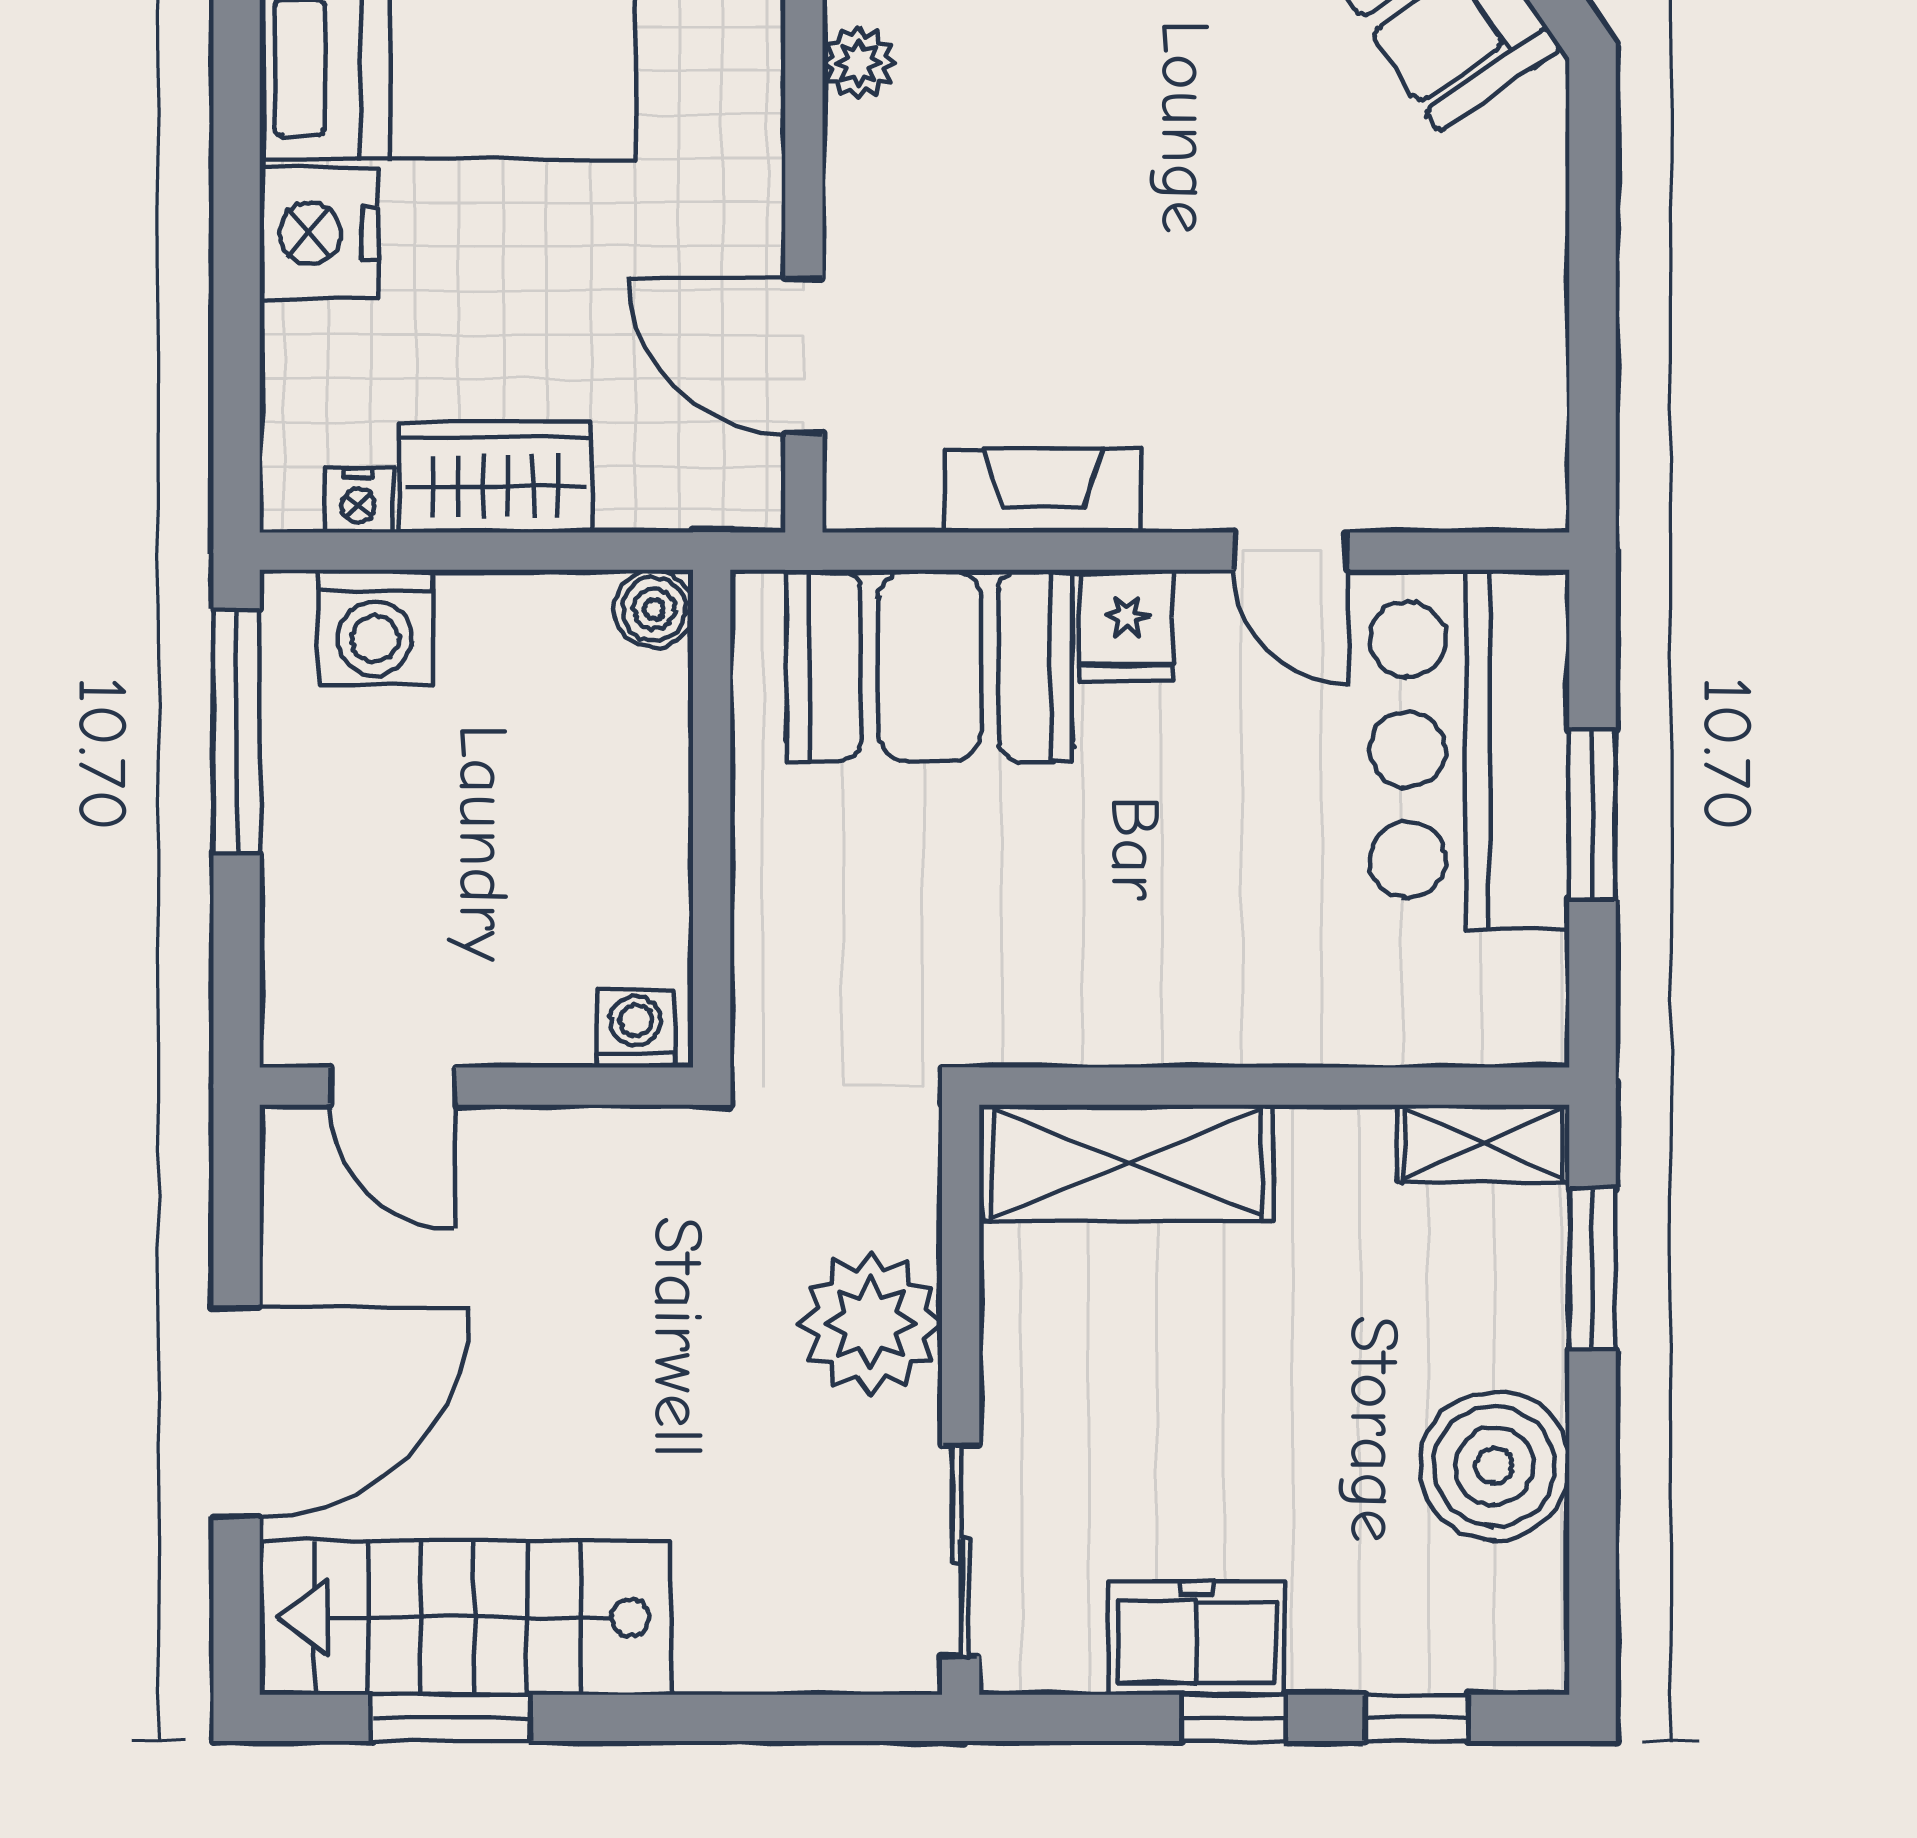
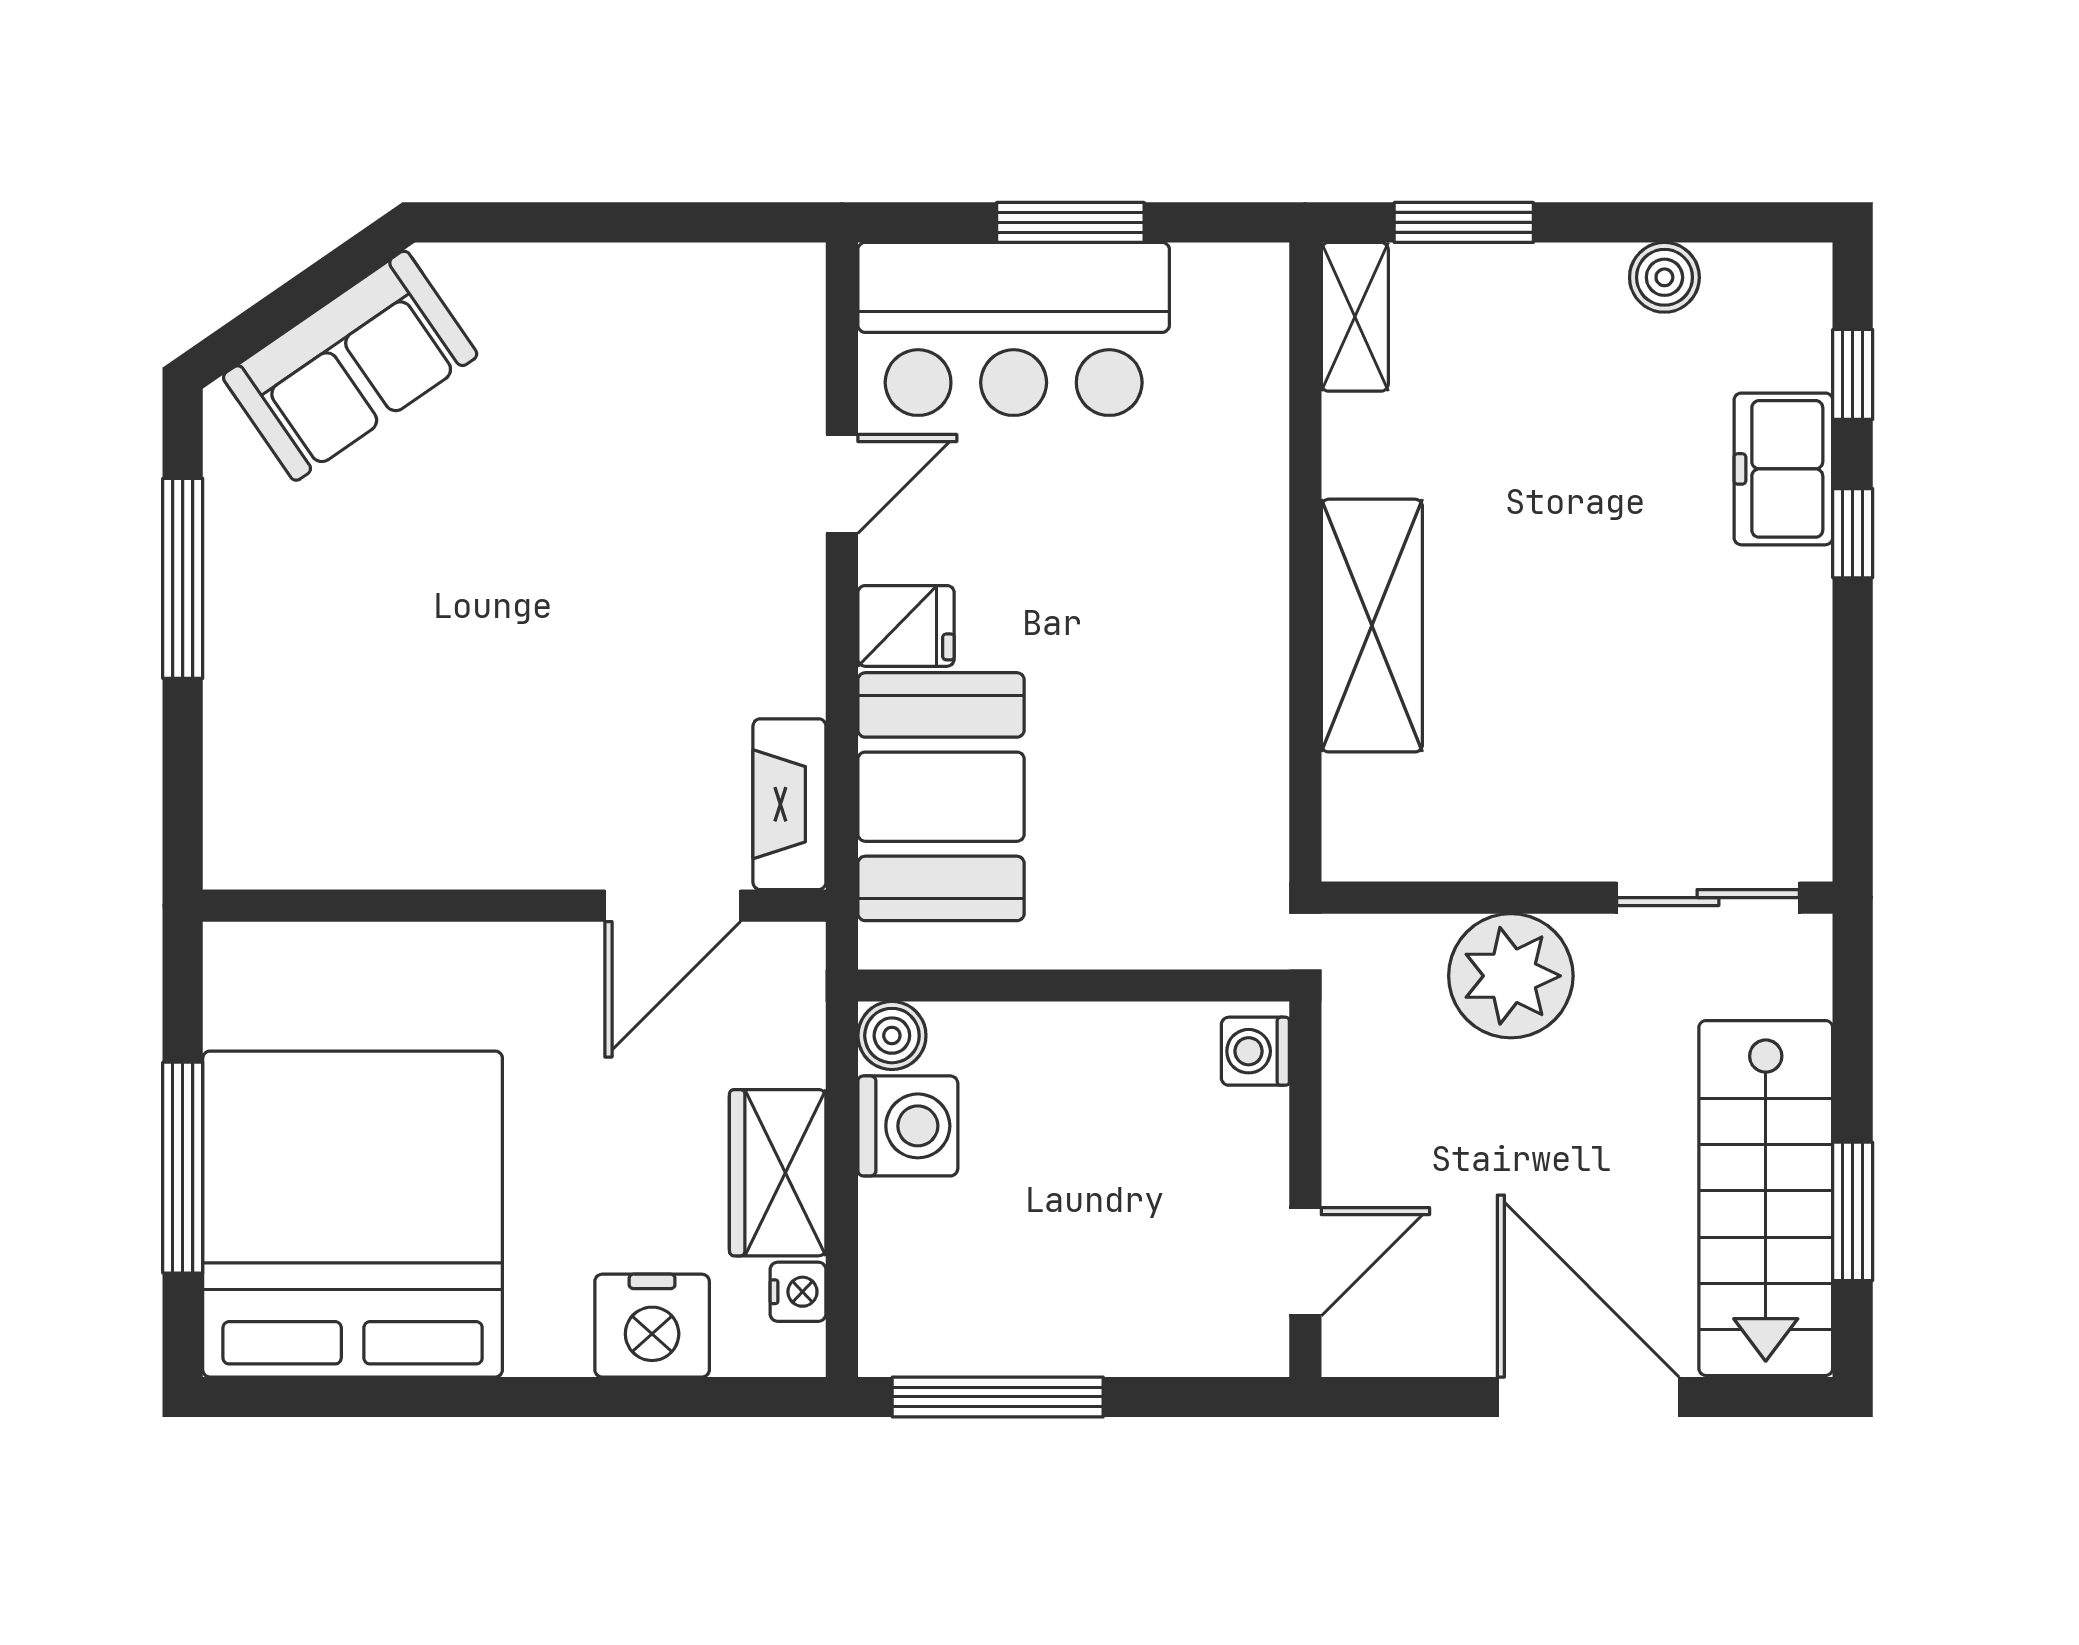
plant: (859, 63) -> (419, 858), removed
nightstand: (319, 233) -> (652, 1326), moved
fireplace: (1043, 491) -> (789, 804), moved
washing machine: (375, 627) -> (908, 1126), moved
plant: (870, 1323) -> (1511, 976), moved
wall: (961, 1400) -> (1577, 898), moved
boiler: (1494, 1466) -> (1664, 277), width x0.54, depth x0.54
sliding door: (961, 1551) -> (1708, 898), moved
freezer: (1196, 1638) -> (1783, 469), moved

